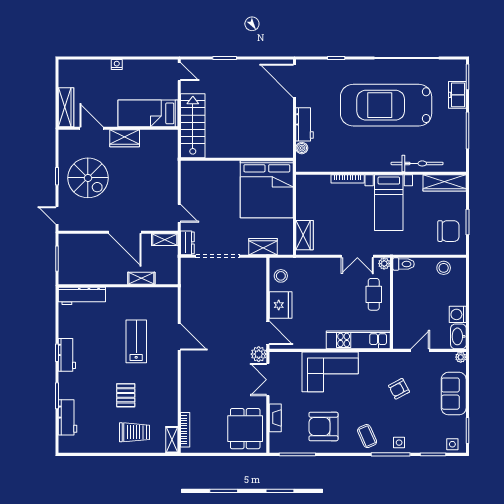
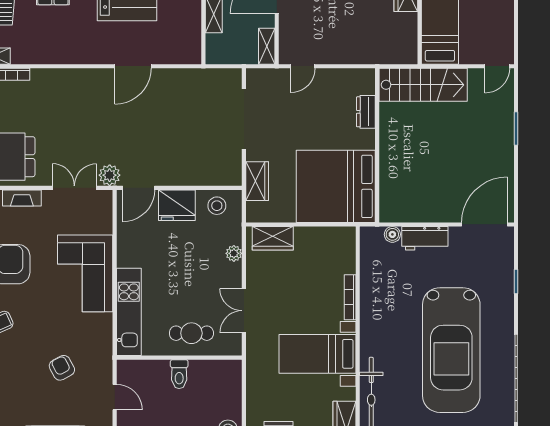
car: (386, 105) -> (451, 350), turned 180
dresser: (187, 243) -> (366, 112), moved, turned 90
plant: (384, 264) -> (234, 253), moved
toilet: (404, 264) -> (179, 374), moved

